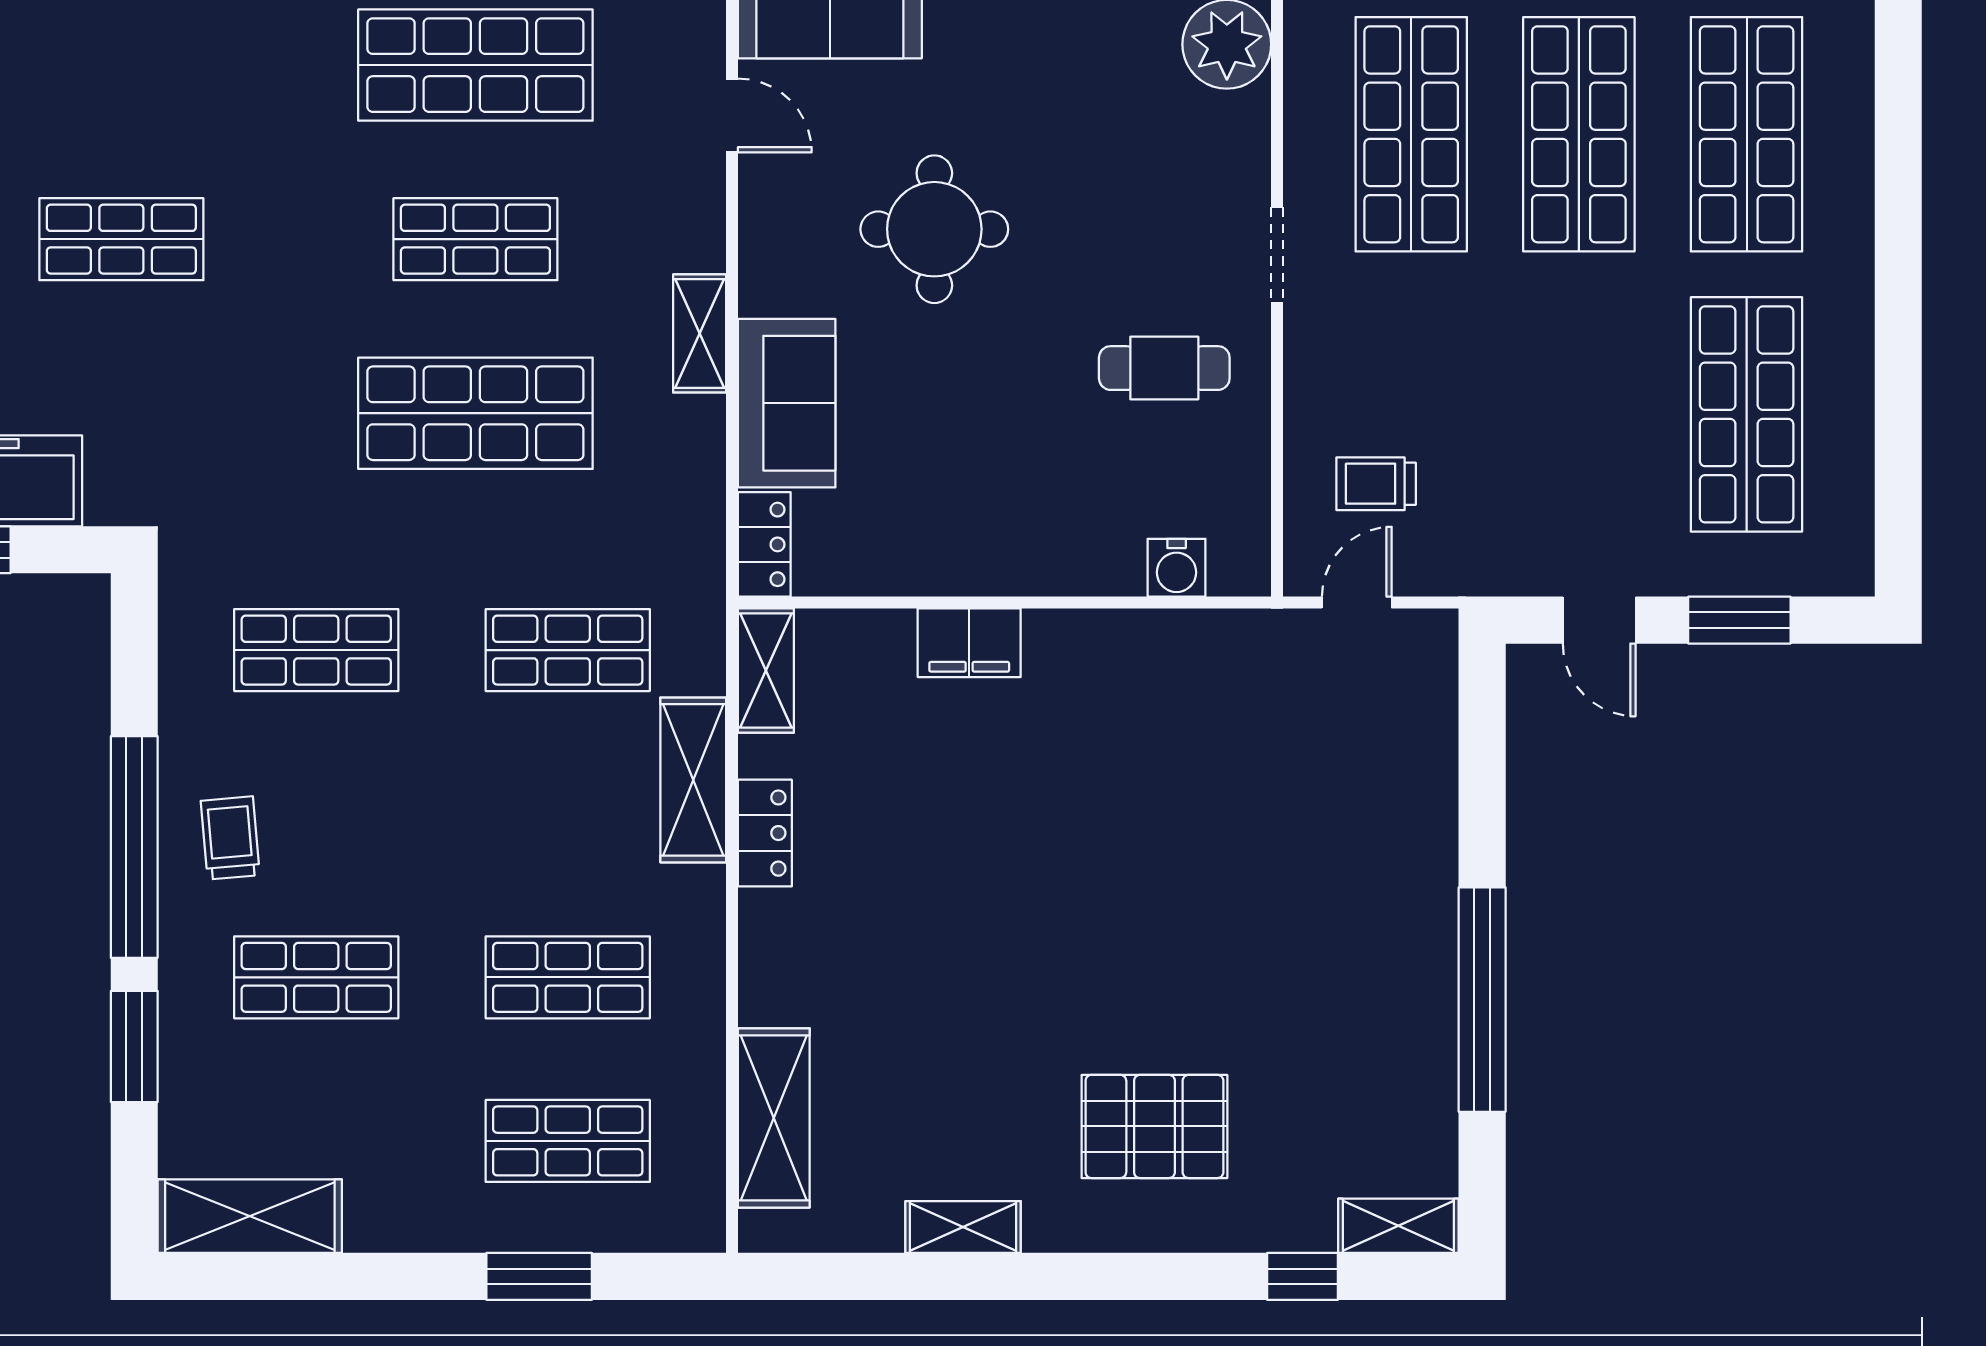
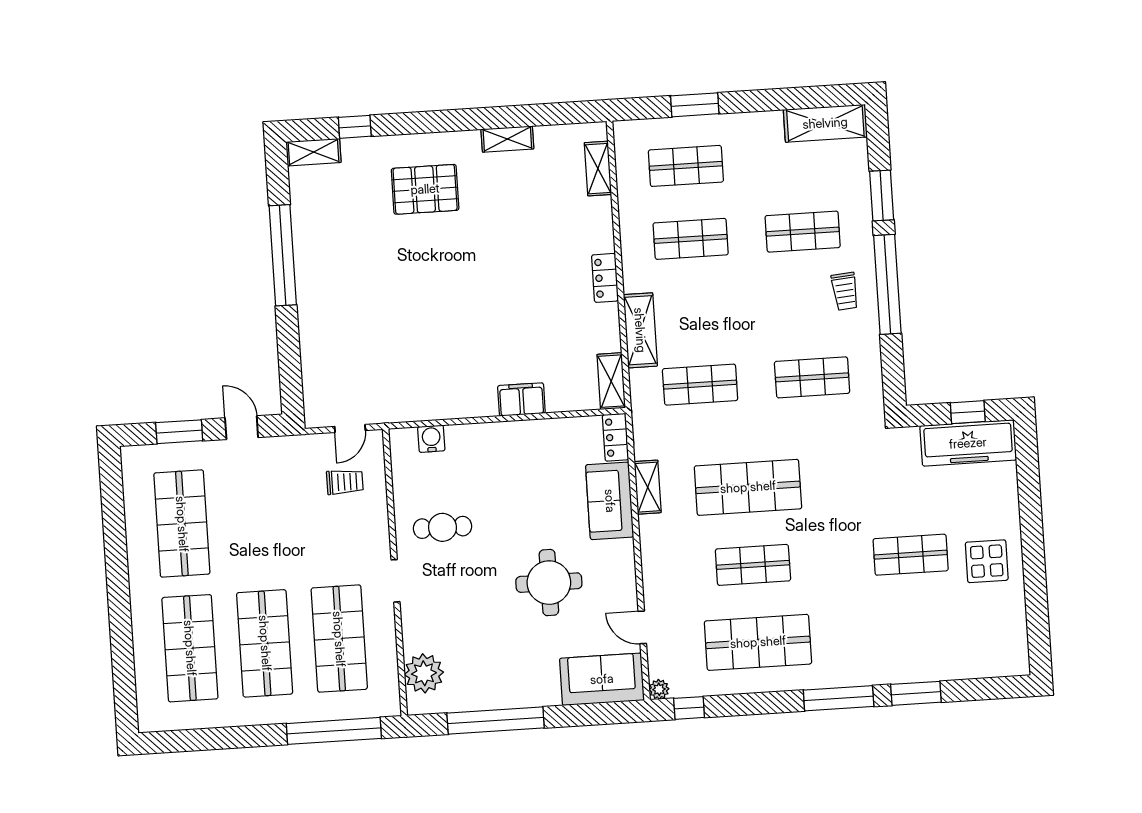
shelving: (700, 333) -> (648, 487), moved
locker: (765, 833) -> (605, 278), moved
shelving: (774, 1118) -> (598, 169), width x0.67, depth x0.75

